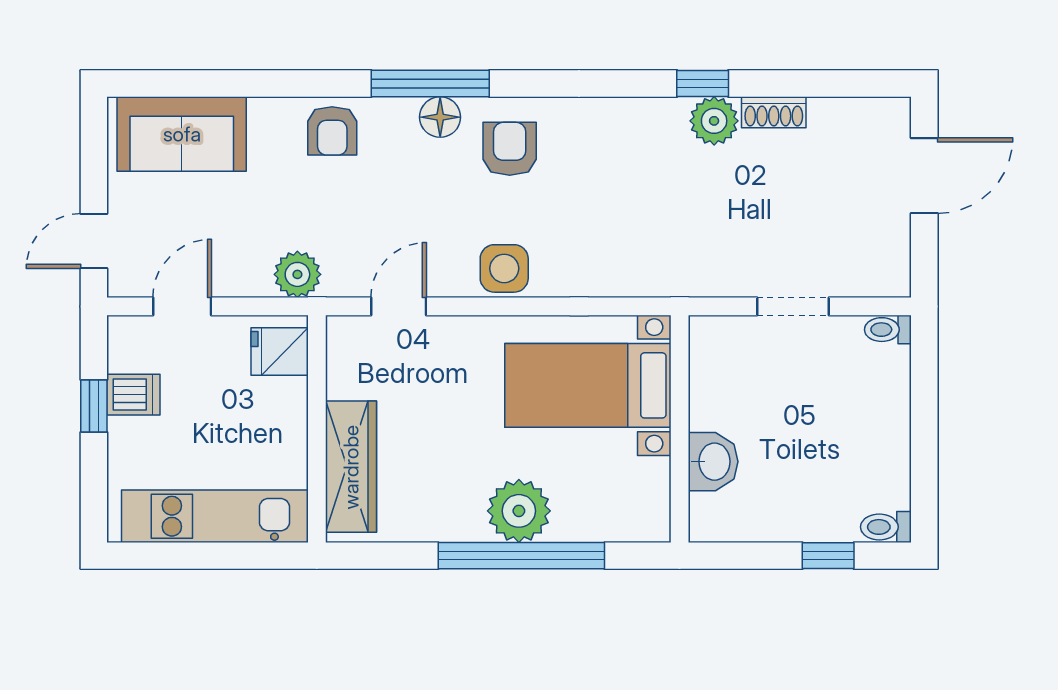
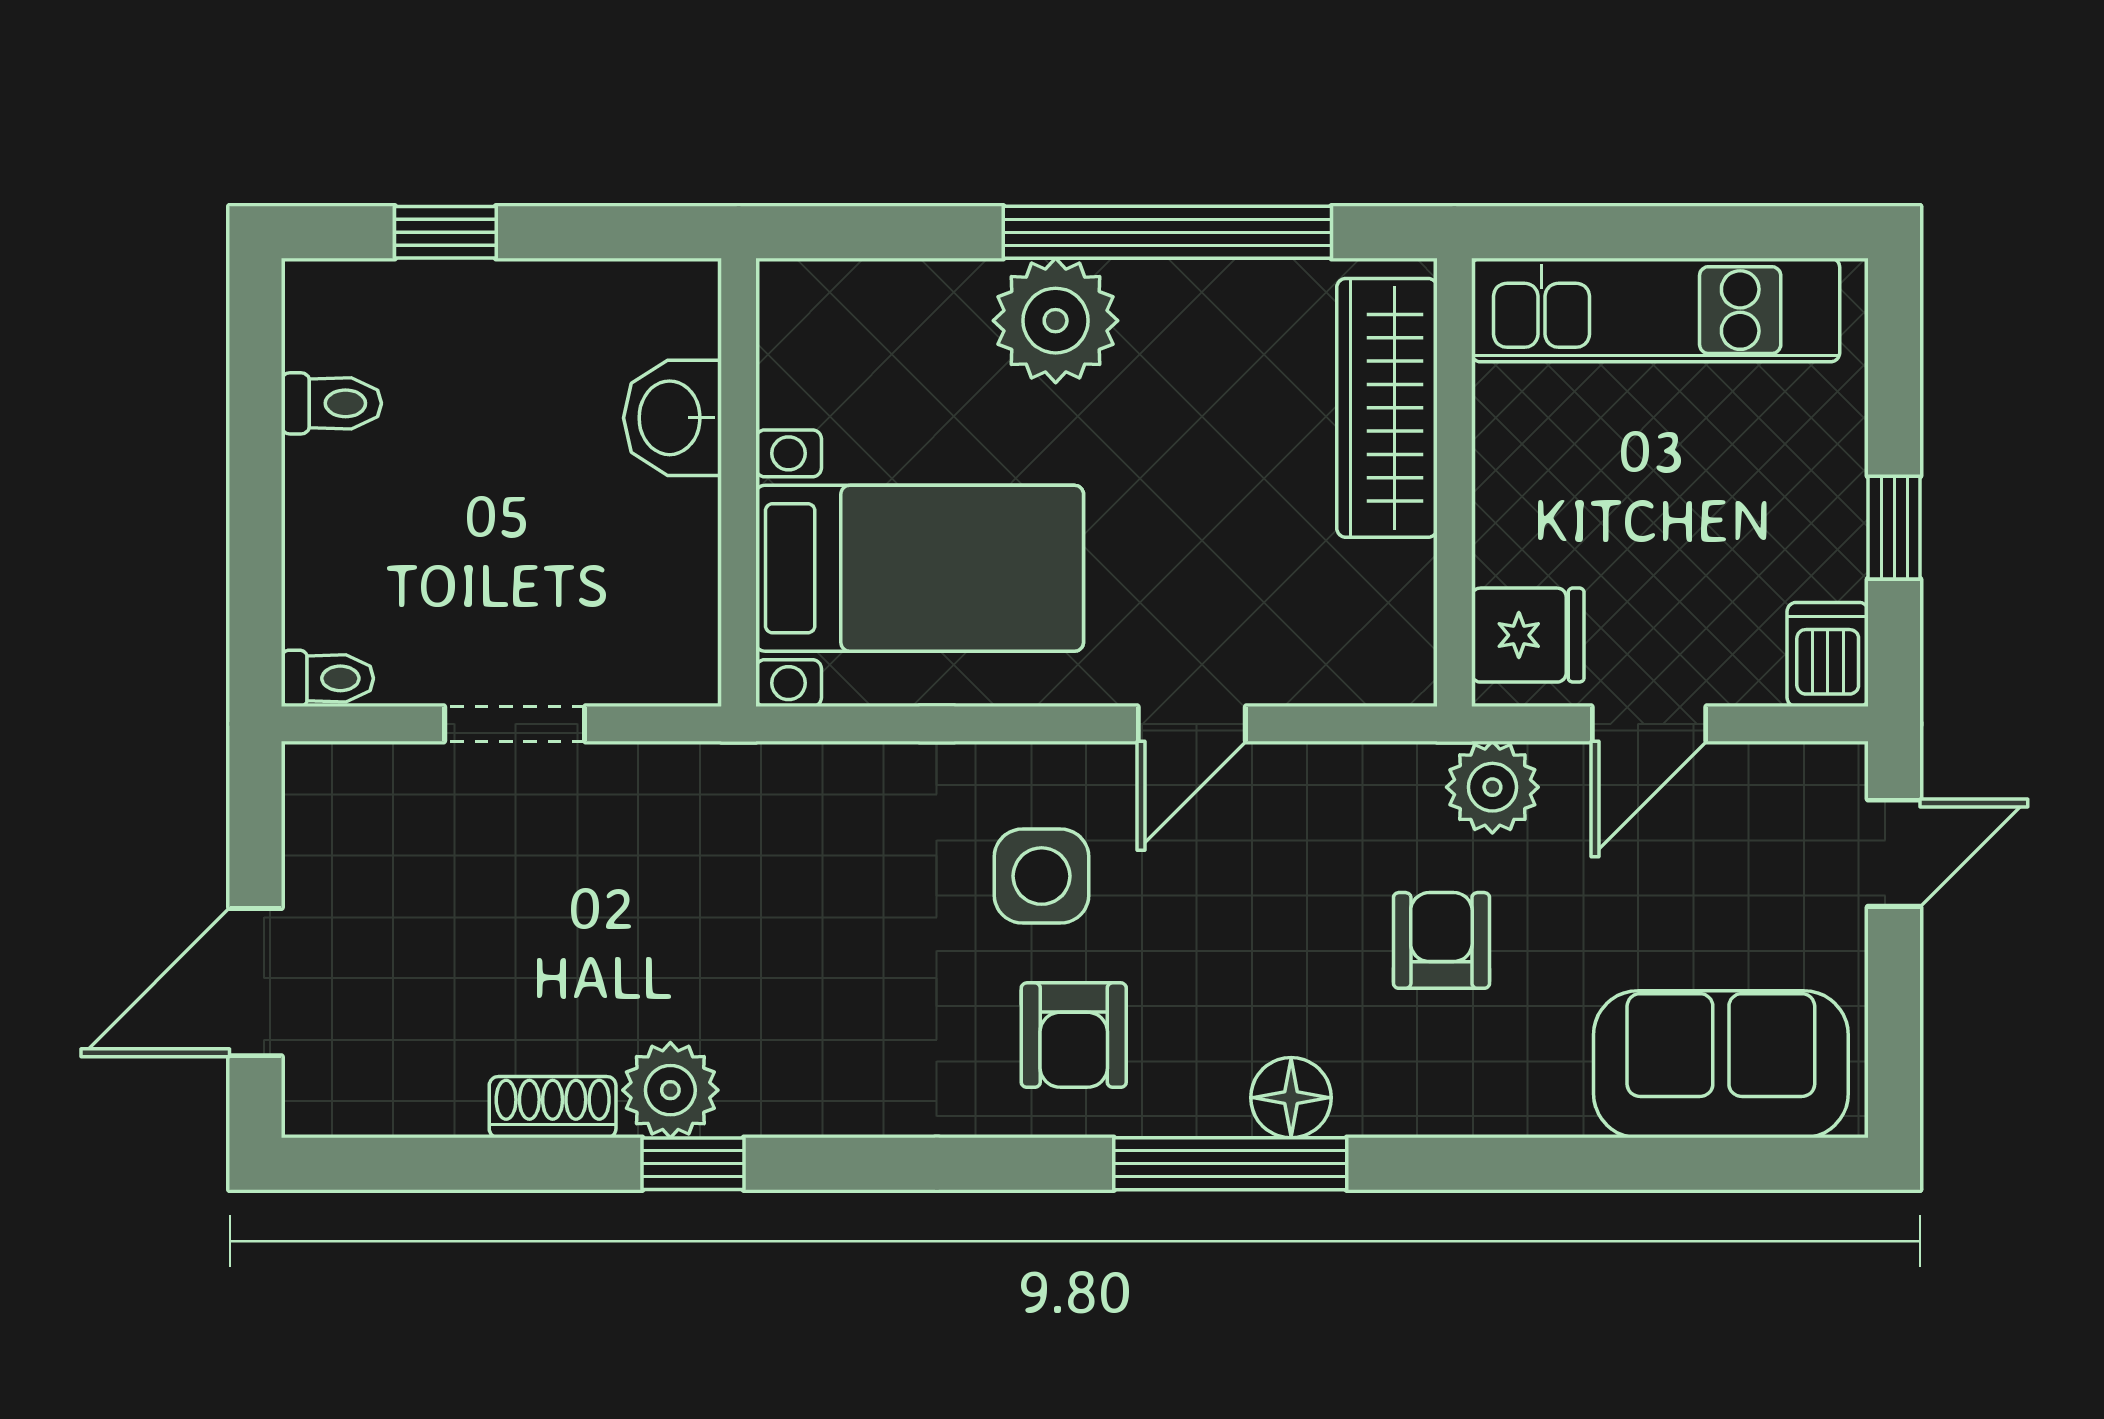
floor lamp: (440, 117) -> (1291, 1098), moved
armchair: (332, 131) -> (1441, 940), moved
side table: (504, 268) -> (1042, 876), moved
door: (182, 306) -> (1649, 724), moved
door: (399, 306) -> (1192, 724), moved
dishwasher: (133, 395) -> (1828, 654), moved, turned 90
toilet: (886, 527) -> (331, 403), moved
window: (521, 556) -> (1167, 232), moved

